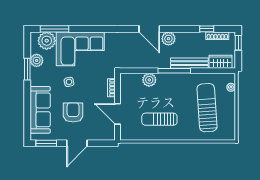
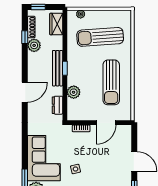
plant: (168, 39) -> (34, 45), moved
dresser: (136, 63) -> (57, 105), added
bench: (189, 63) -> (58, 68), moved
window: (174, 71) -> (65, 68), width x0.46
armchair: (73, 112) -> (105, 165), removed
sun lounger: (159, 119) -> (111, 82), width x1.36, depth x1.34

